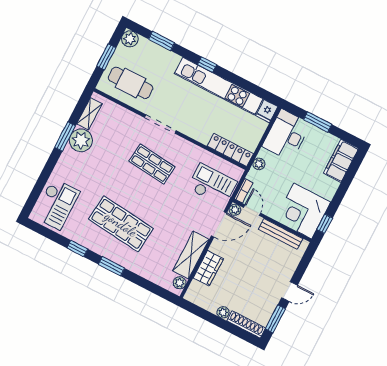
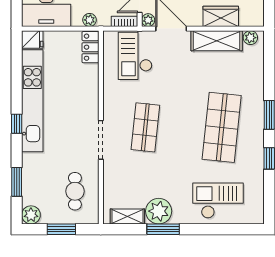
cafe table: (131, 83) -> (75, 191), width x0.73, depth x0.74
locker: (230, 150) -> (90, 47), width x0.66
checkout: (57, 204) -> (218, 201), moved

